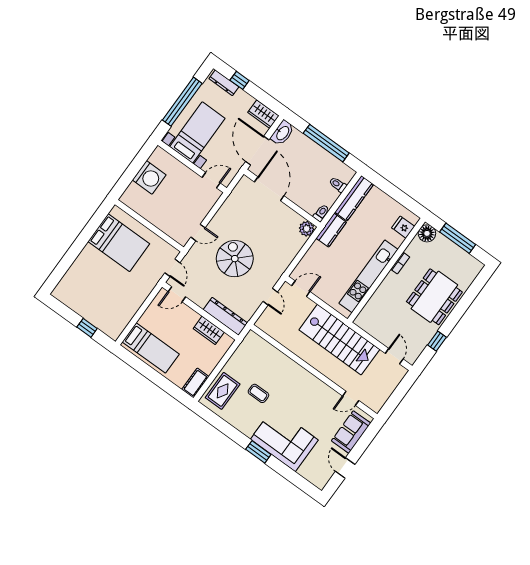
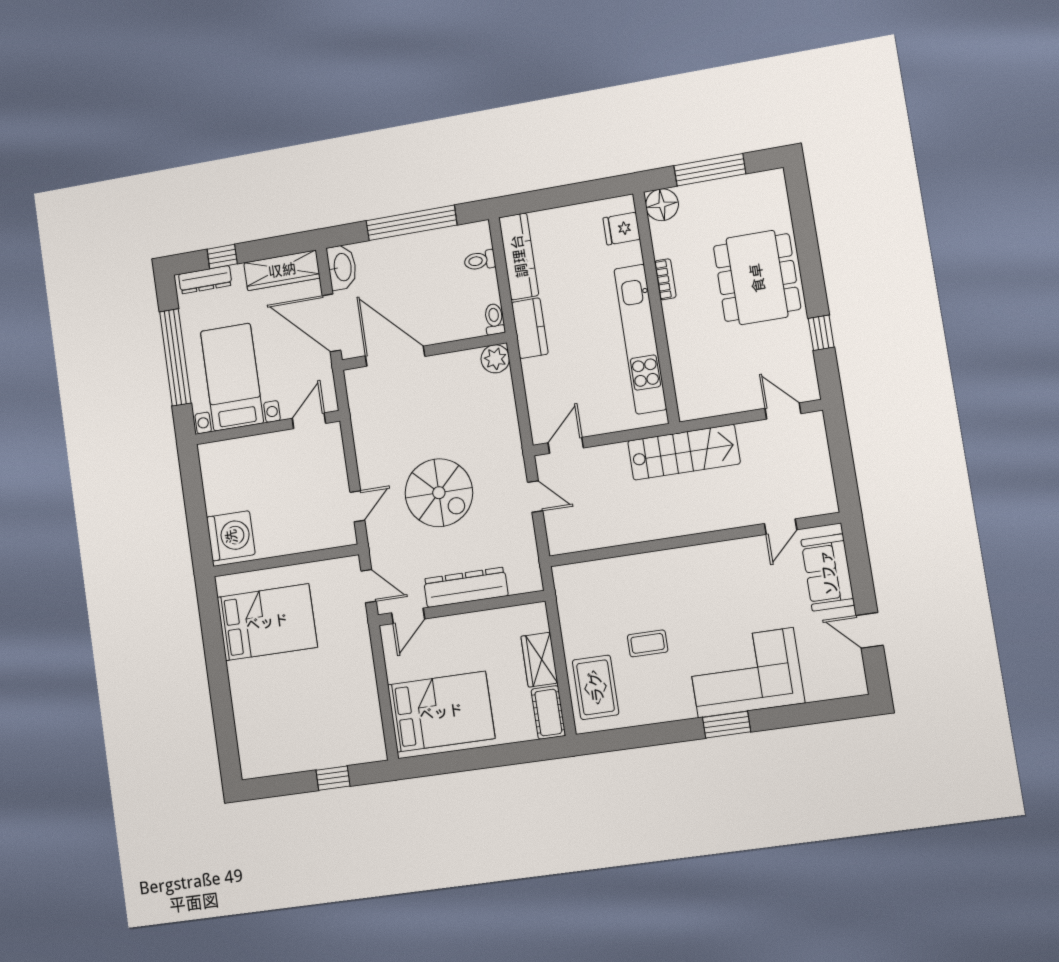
wardrobe: (263, 114) -> (282, 270), width x1.50
washing machine: (149, 177) -> (231, 536), moved
spiral stairs: (235, 259) -> (439, 493), turned 180
dresser: (225, 316) -> (466, 587), moved
wardrobe: (209, 330) -> (539, 660), moved, turned 90
stairs: (339, 340) -> (684, 452), width x0.73, depth x0.66
bed: (151, 348) -> (441, 712), width x1.50

